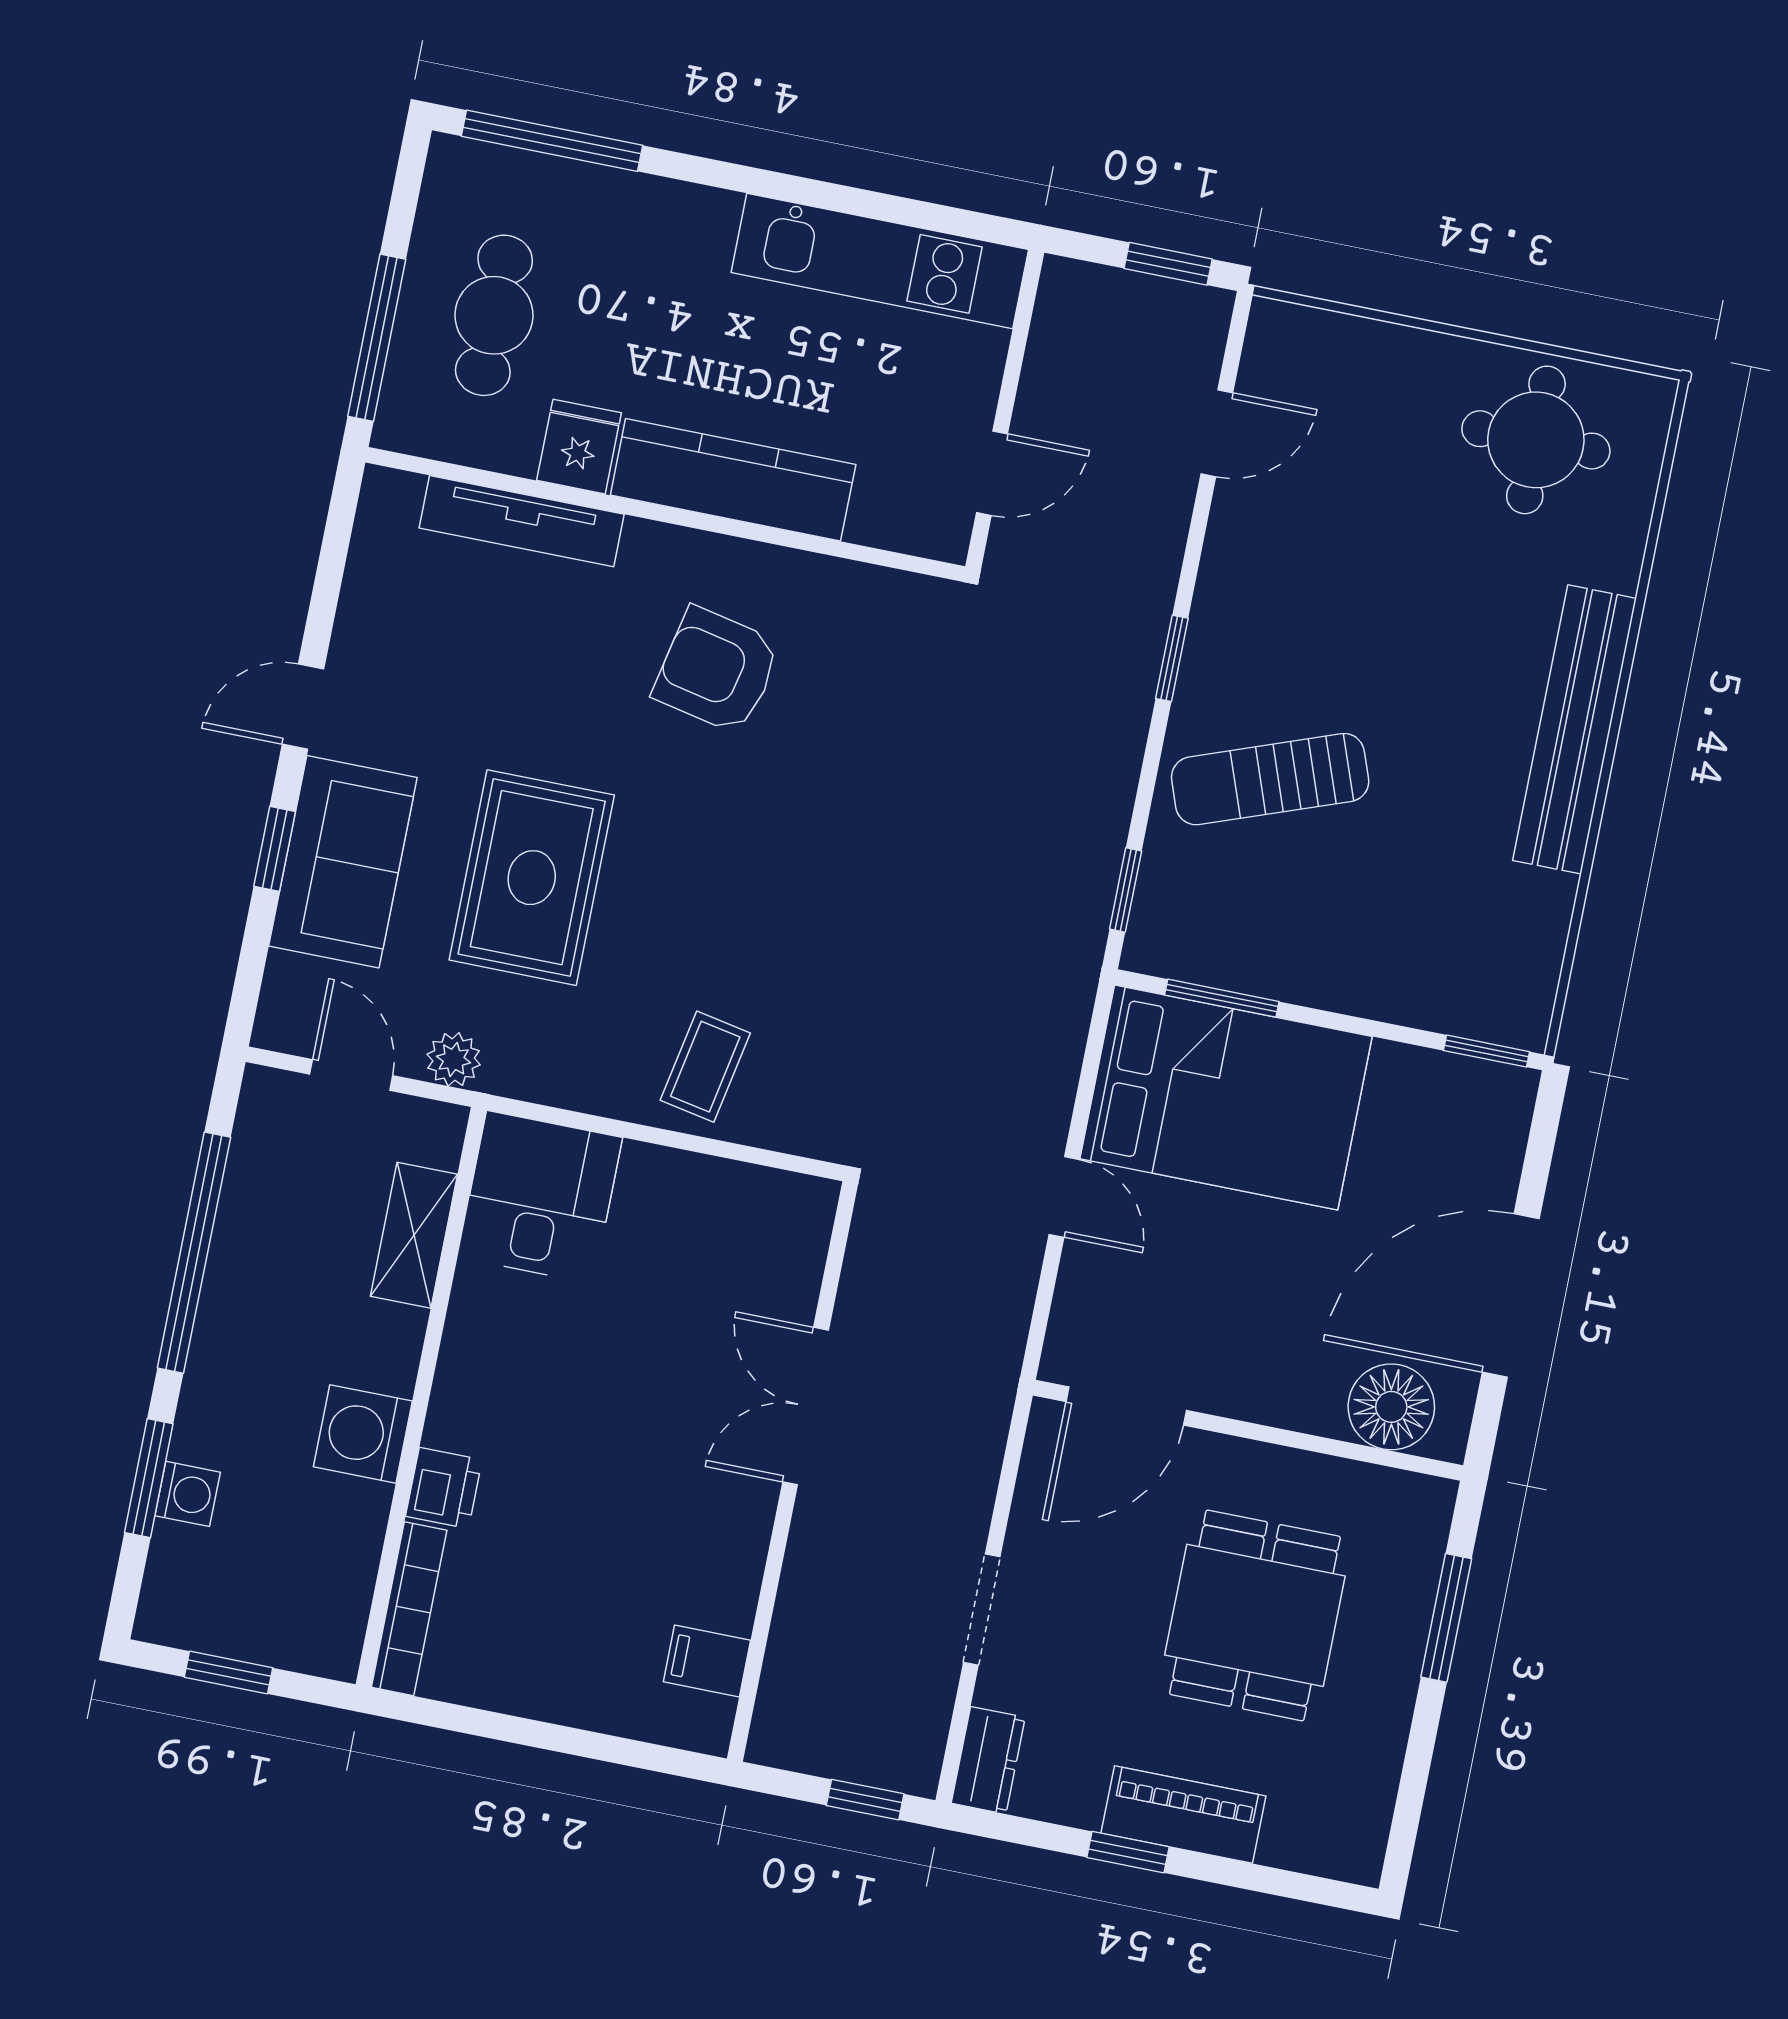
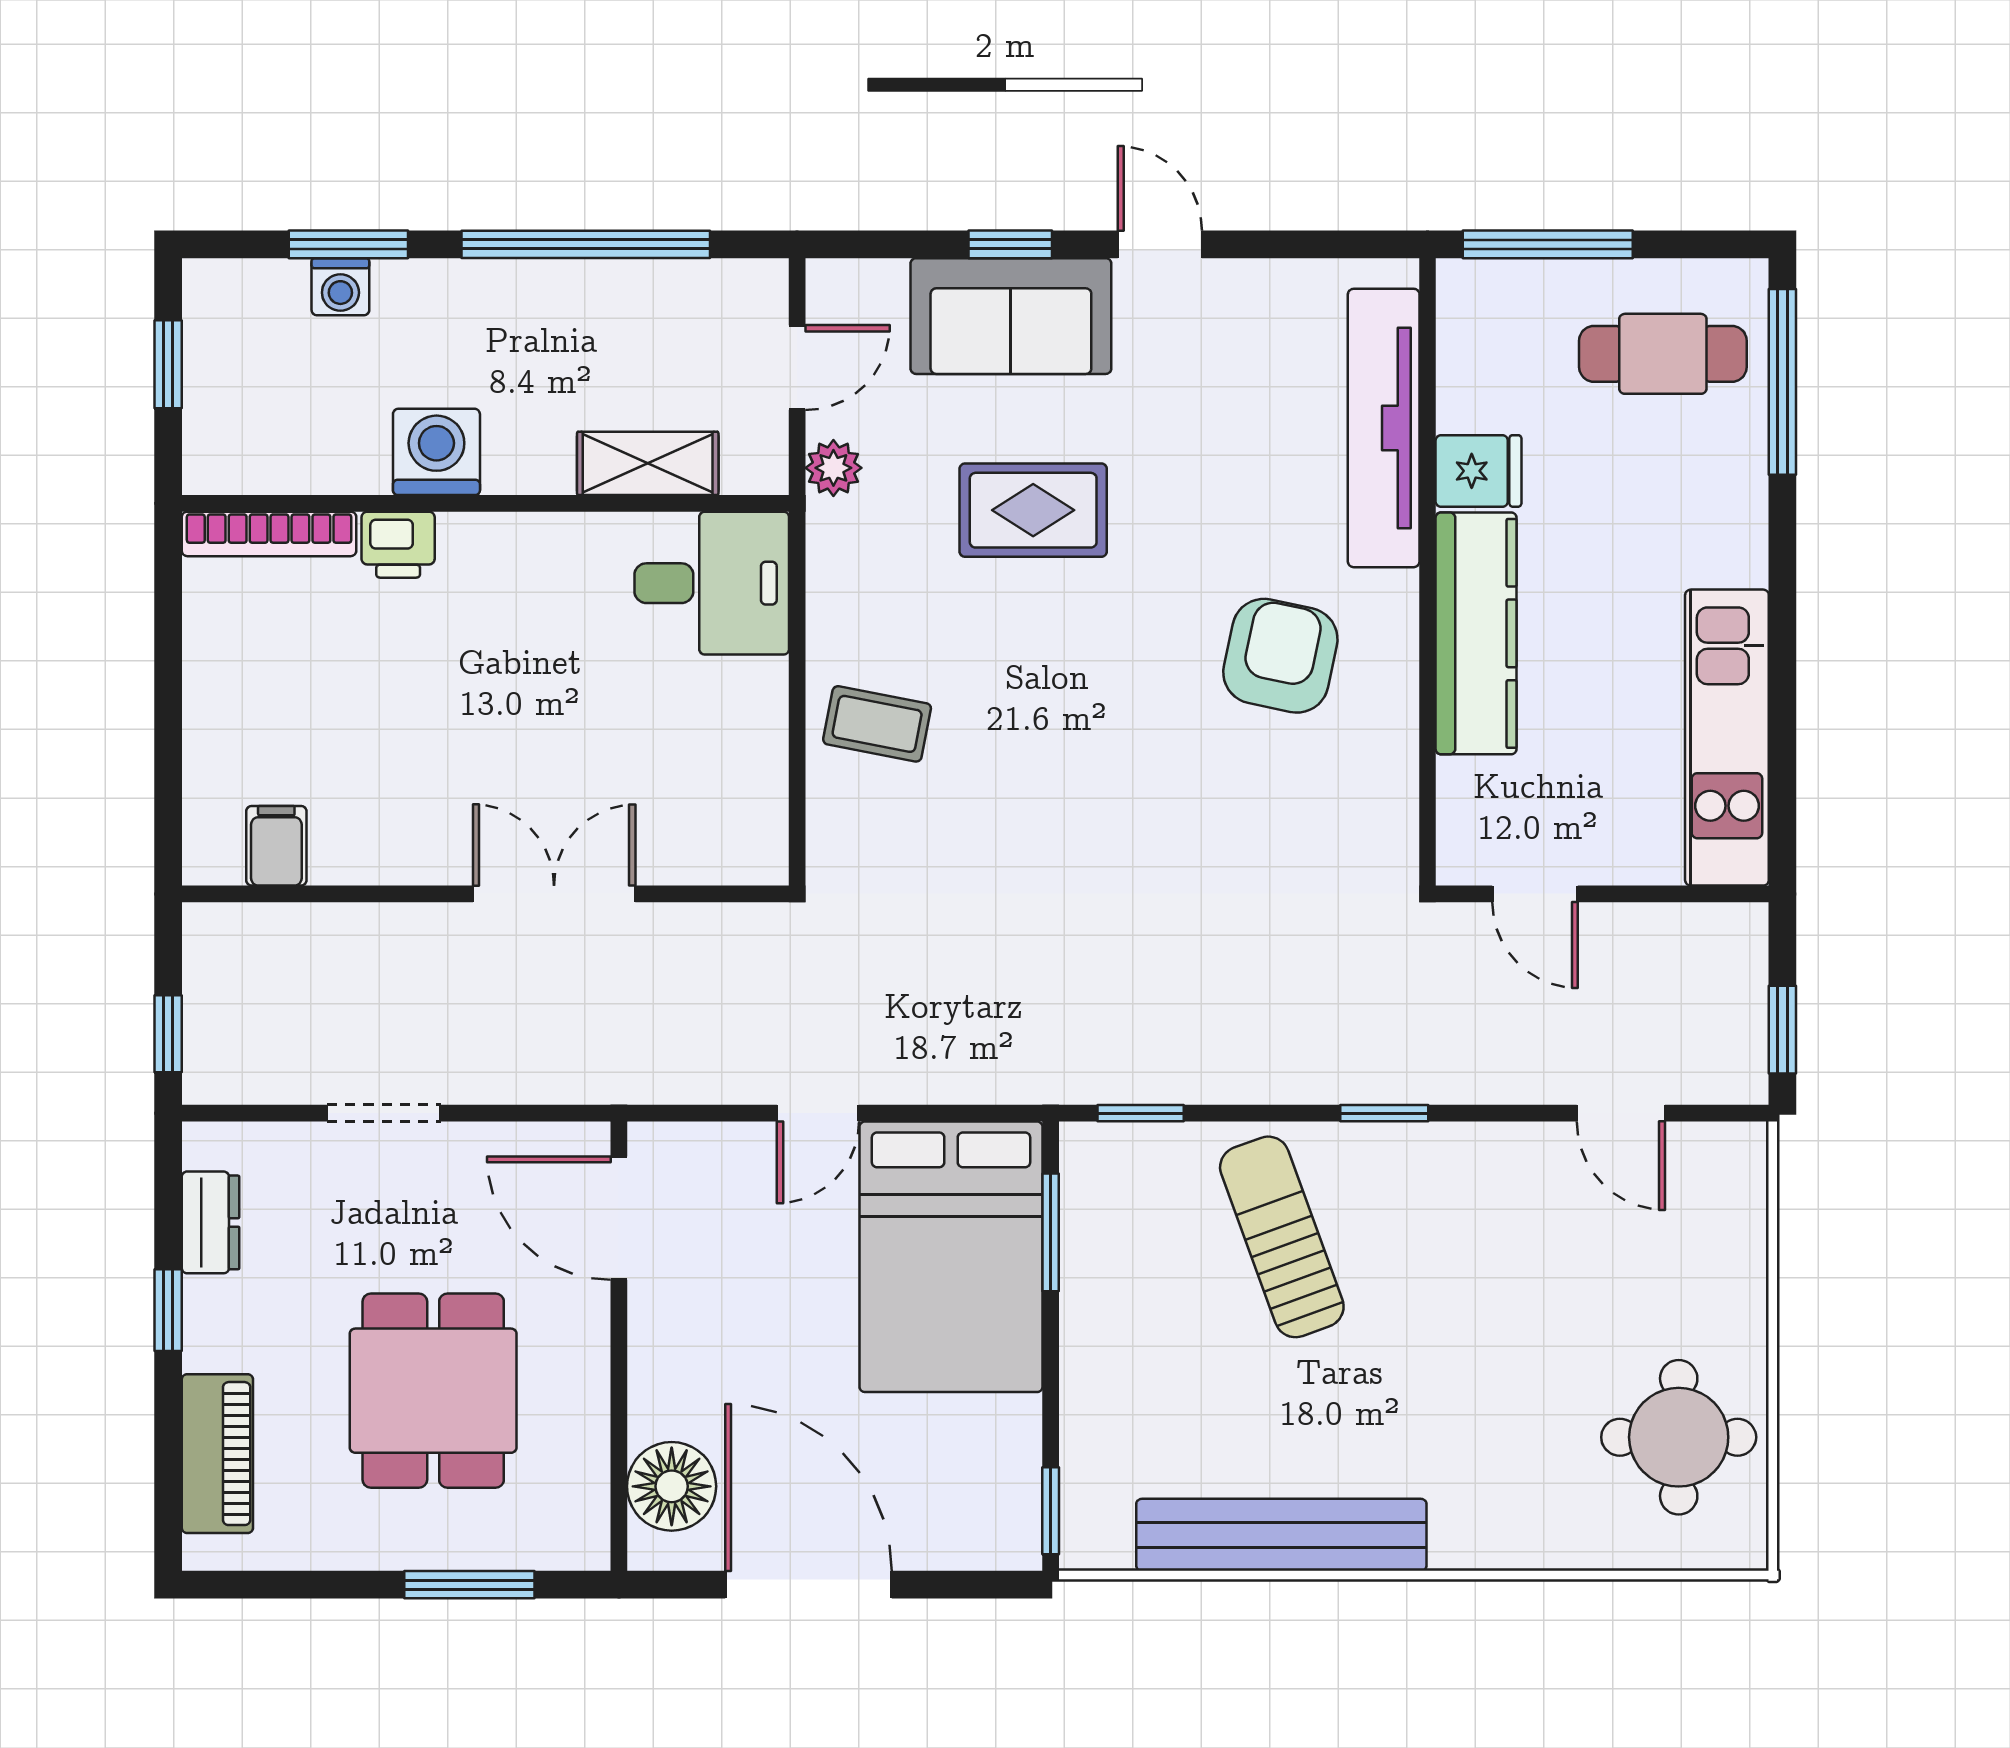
cafe table: (494, 315) -> (1663, 354), moved
tv unit: (522, 521) -> (1384, 428), width x1.36, depth x1.29
bench: (1575, 729) -> (1281, 1535), moved
rug: (532, 878) -> (1033, 510), width x0.73, depth x0.70
dining table: (1255, 1615) -> (433, 1391), turned 90
dresser: (988, 1760) -> (211, 1222), moved, turned -90
piano: (1183, 1815) -> (217, 1454), moved

